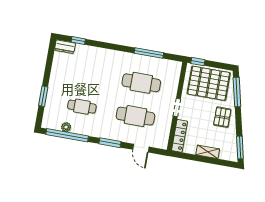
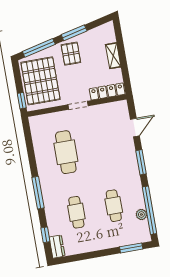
window: (149, 53) -> (38, 193), moved
window: (43, 96) -> (131, 248), moved
cafe table: (135, 116) -> (76, 212), moved, width x0.73, depth x0.74
pallet: (222, 117) -> (71, 54), turned 90
window: (240, 148) -> (74, 33), moved

